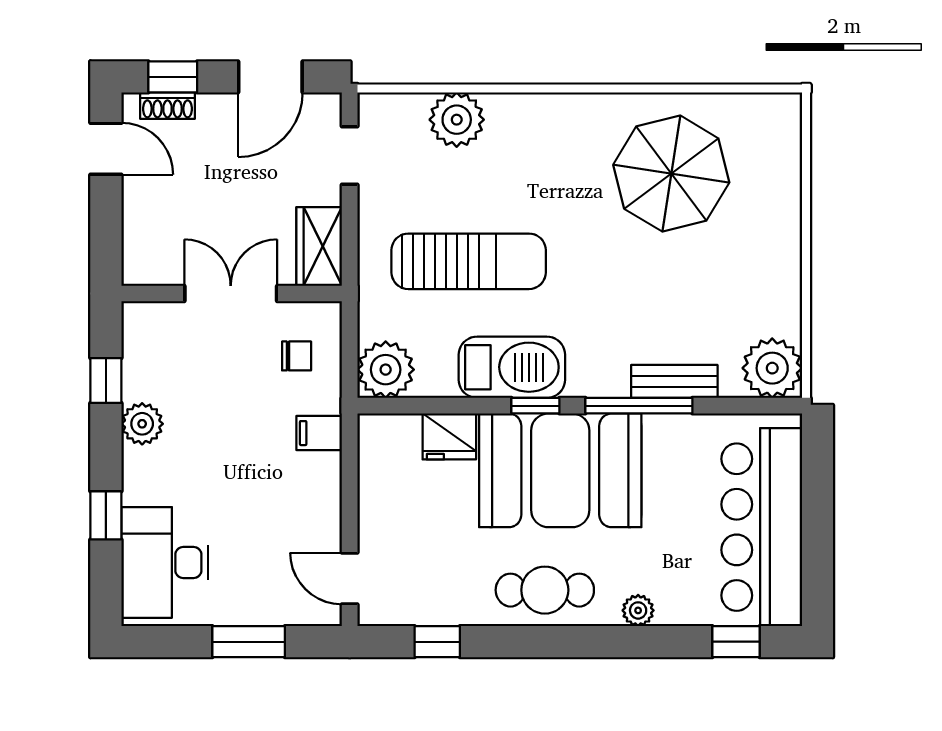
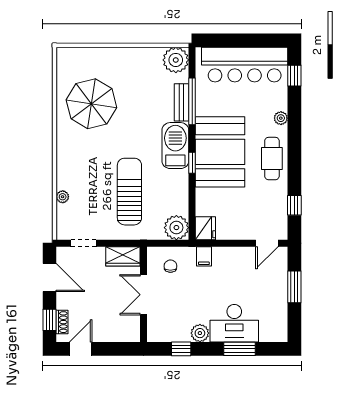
plant: (457, 120) -> (63, 197), width x0.53, depth x0.53
barbecue: (512, 367) -> (175, 146), moved
window: (639, 406) -> (192, 101), moved
fridge: (449, 436) -> (205, 228), moved
window: (106, 515) -> (240, 349), width x1.50
desk: (165, 562) -> (234, 323), moved

